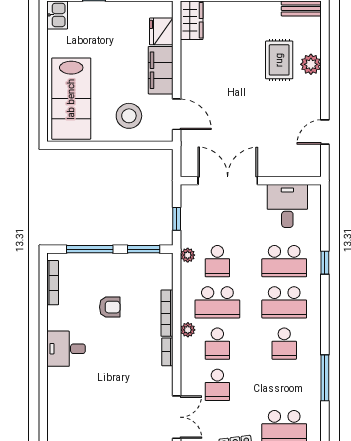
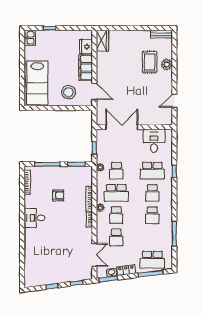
school desk: (284, 302) -> (152, 193), width x0.54

